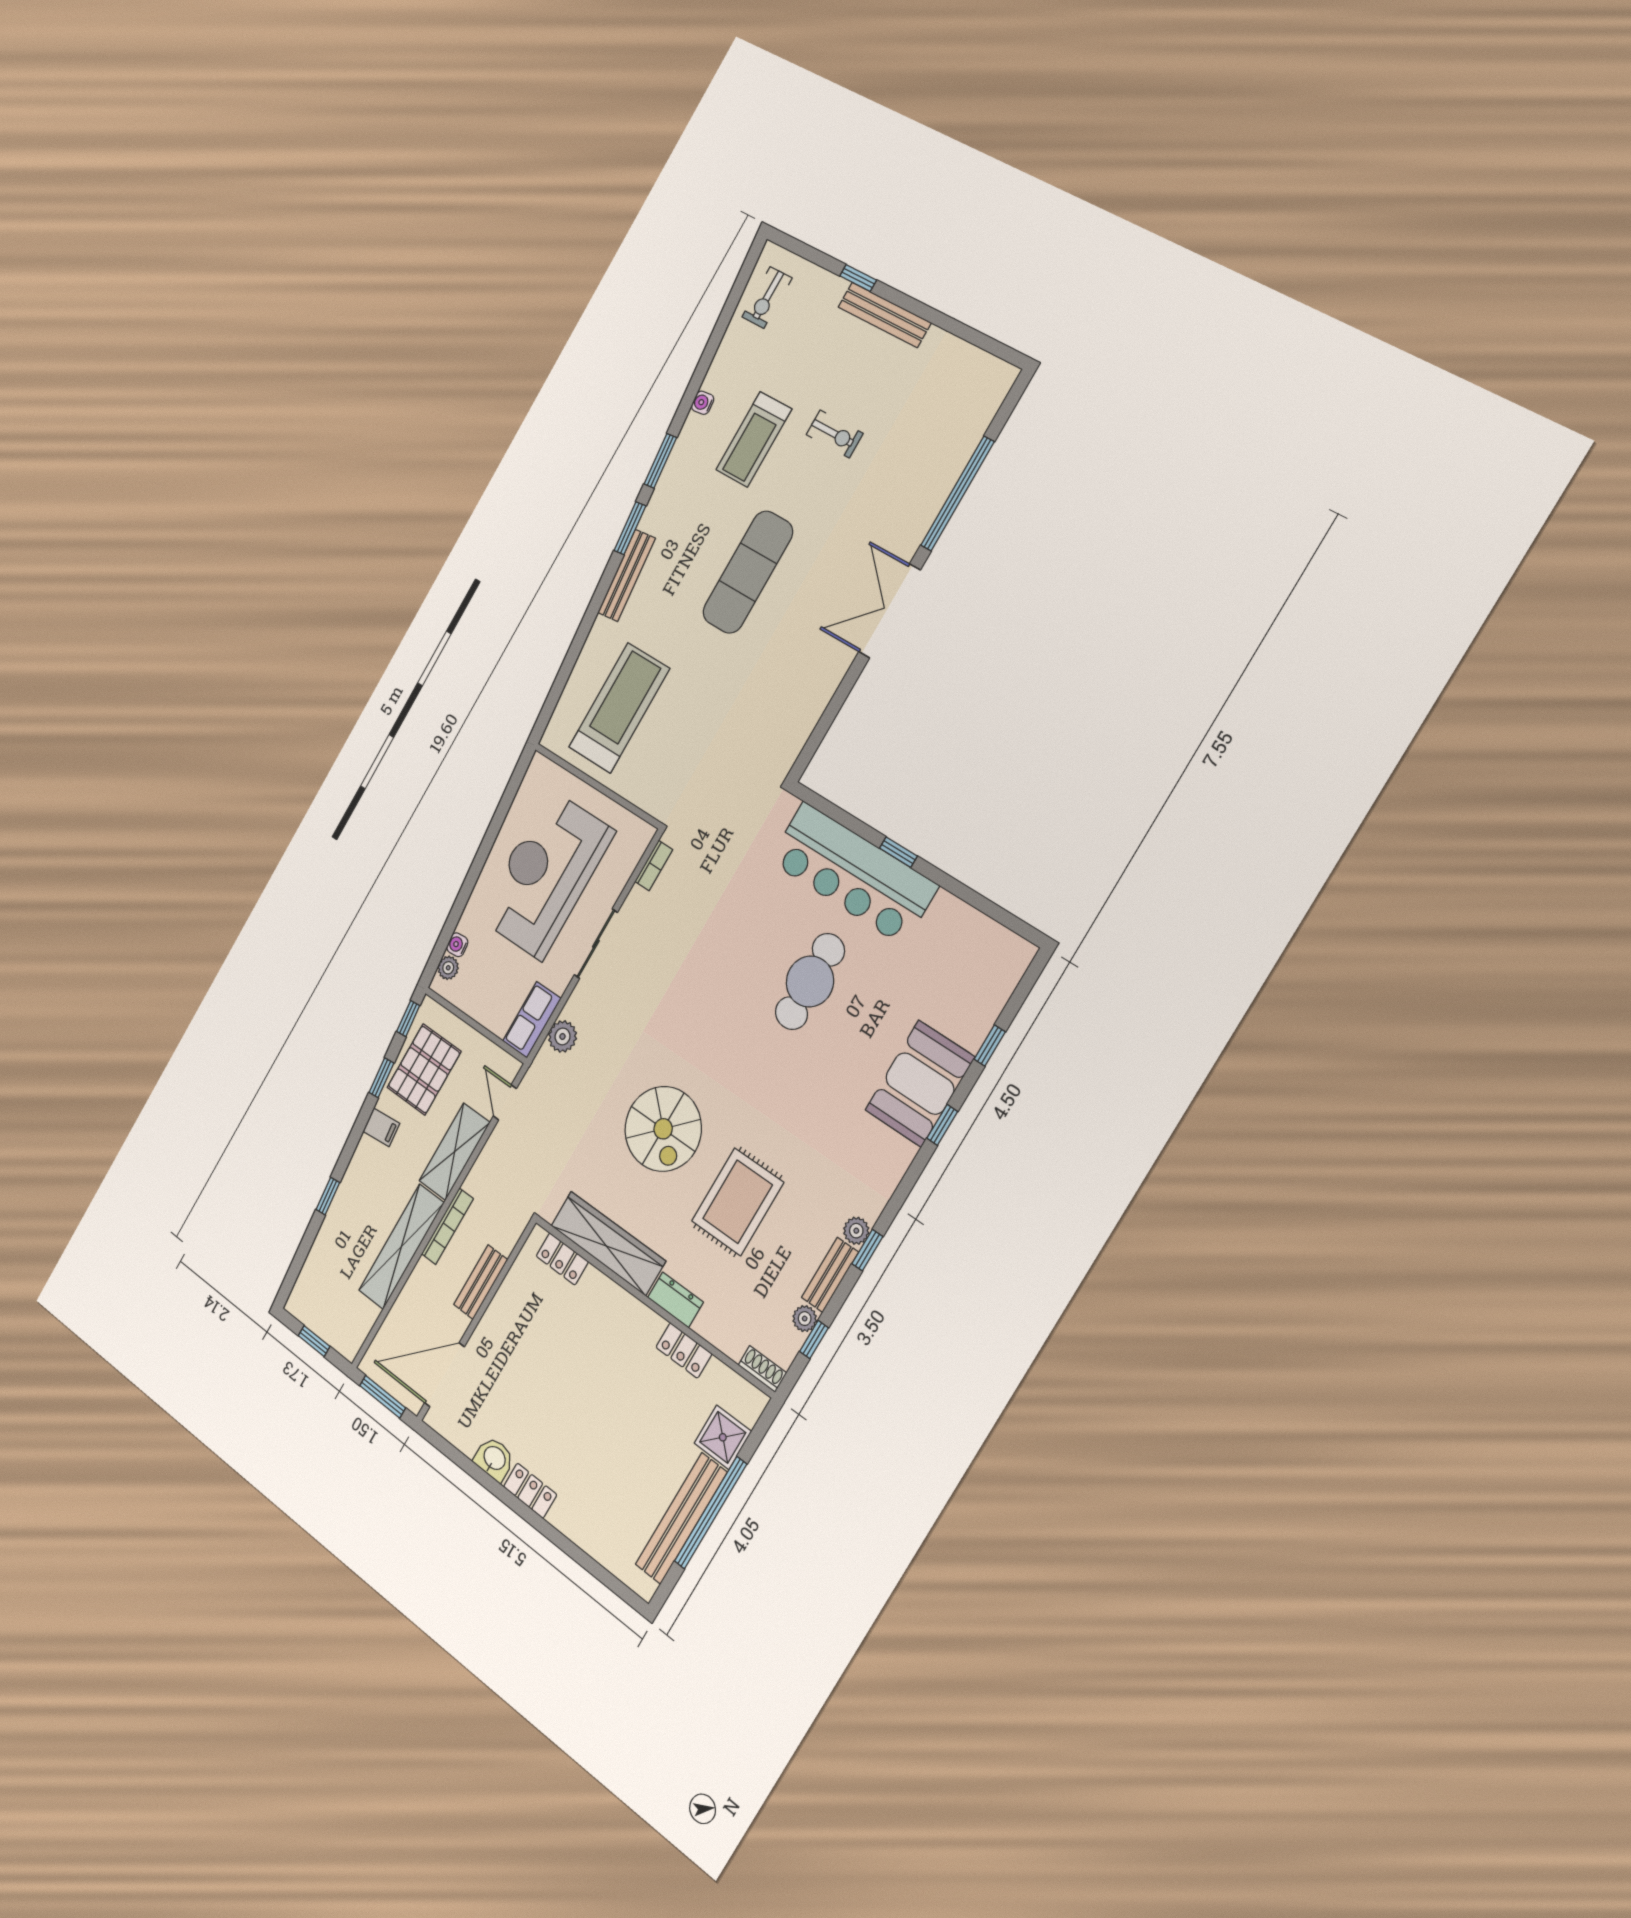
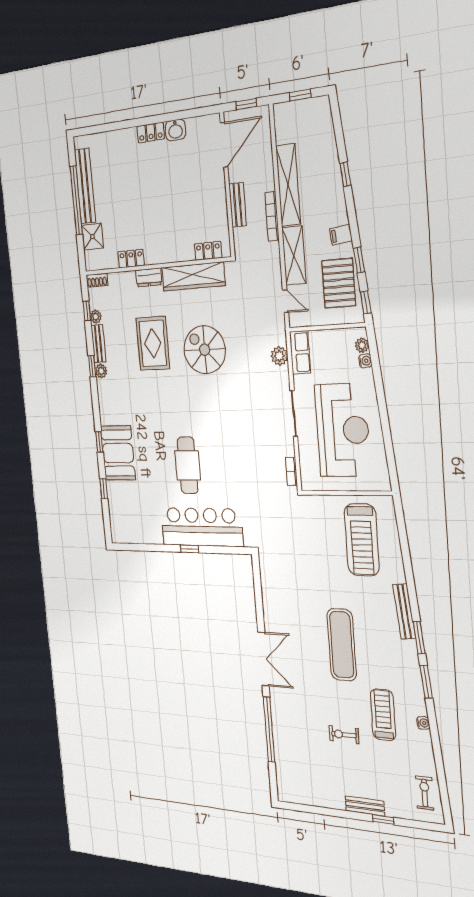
bench: (885, 315) -> (365, 806), width x0.73
window: (383, 1397) -> (246, 104), width x0.67

